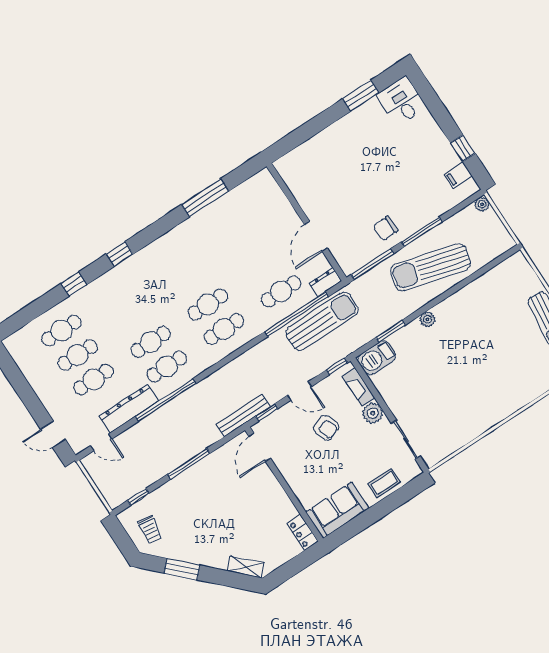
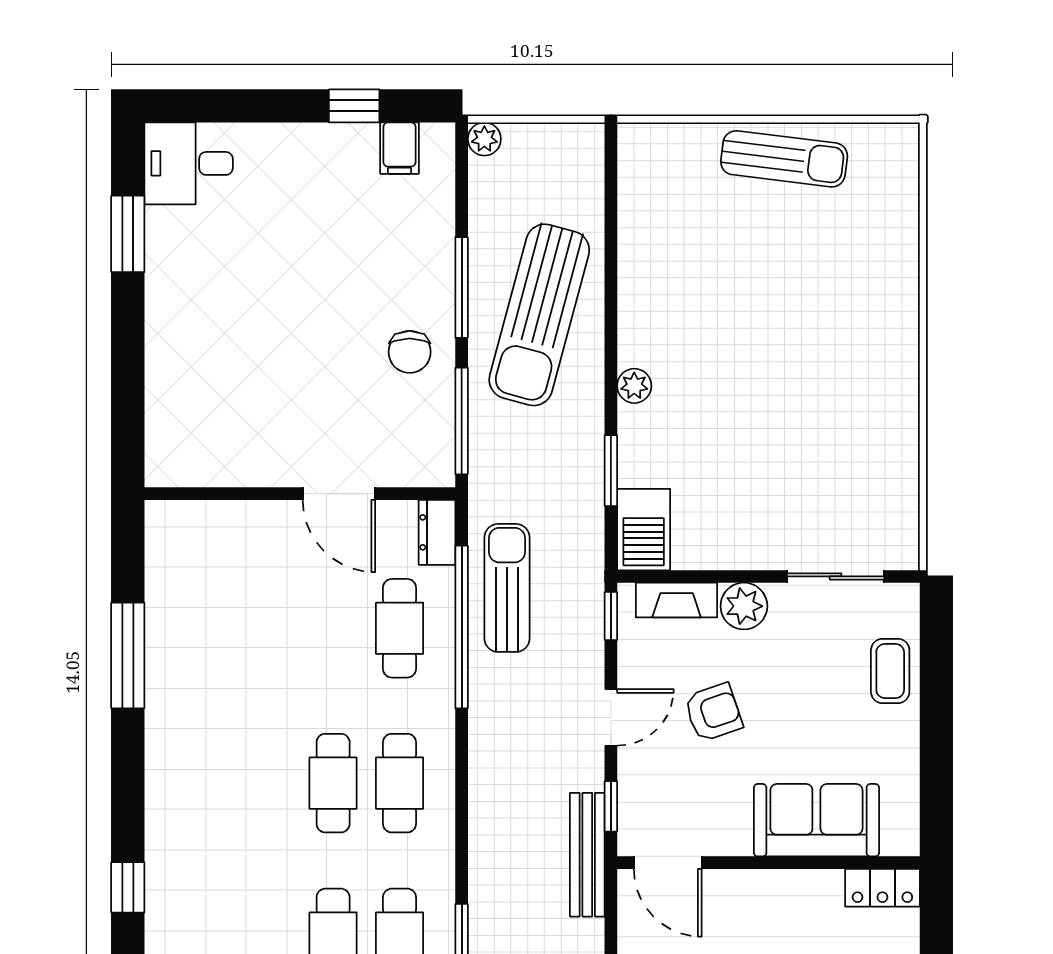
sun lounger: (322, 321) -> (507, 588), width x0.73, depth x0.75
sofa: (337, 510) -> (816, 820), moved, turned 90

